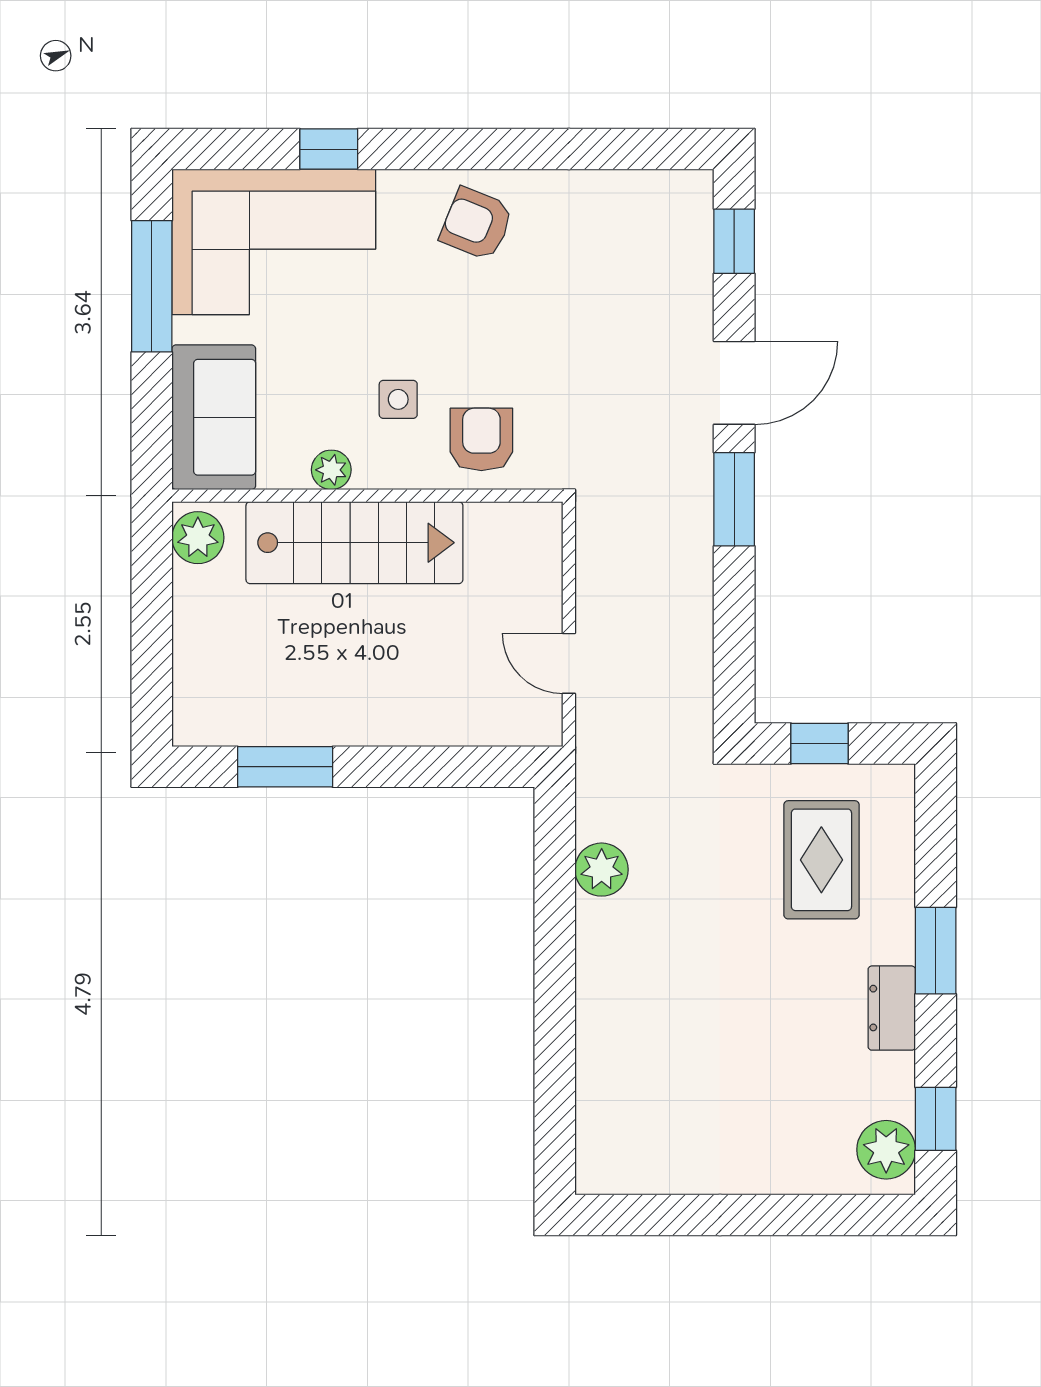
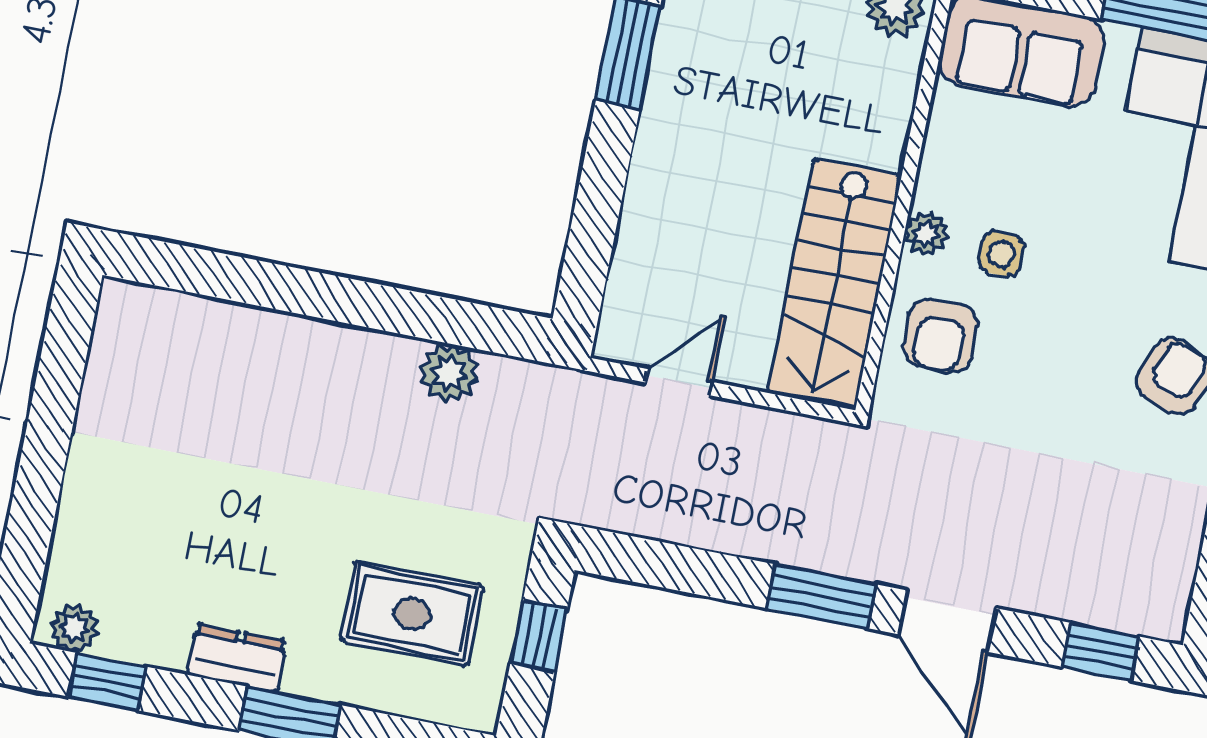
armchair: (481, 439) -> (940, 336), turned 90
plant: (331, 470) -> (926, 233), moved
stairs: (354, 543) -> (834, 284), moved
plant: (886, 1150) -> (74, 628), width x0.73, depth x0.73

